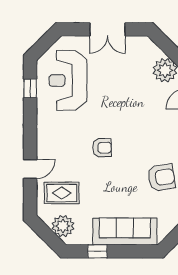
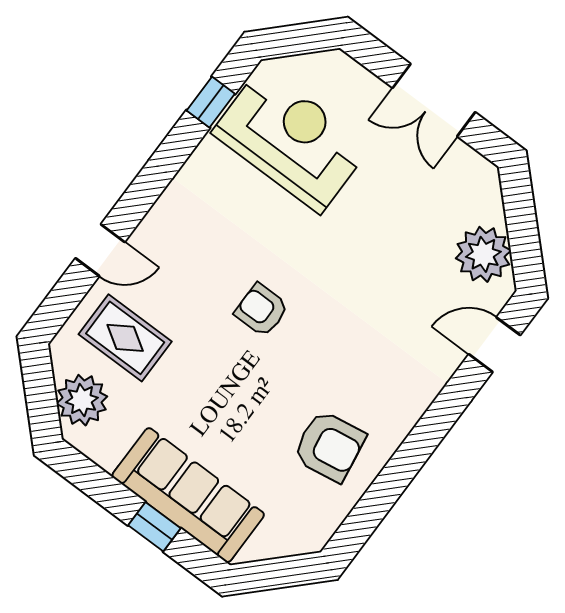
reception desk: (68, 80) -> (291, 140), turned 90
armchair: (102, 148) -> (261, 310), turned 180
window: (98, 251) -> (154, 527), moved

